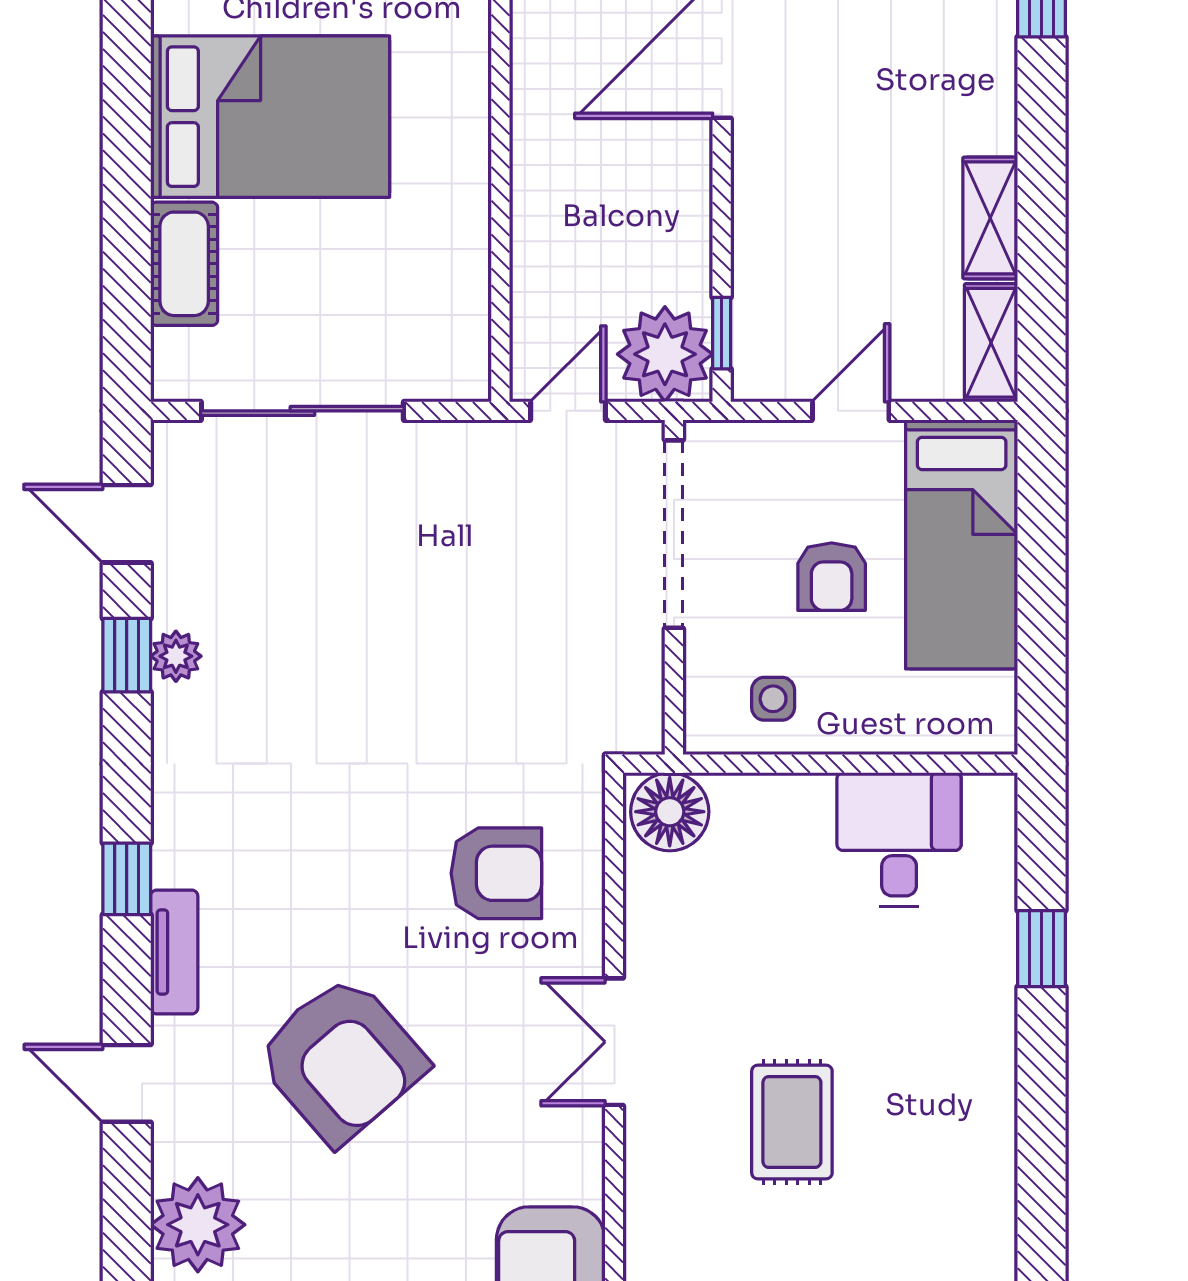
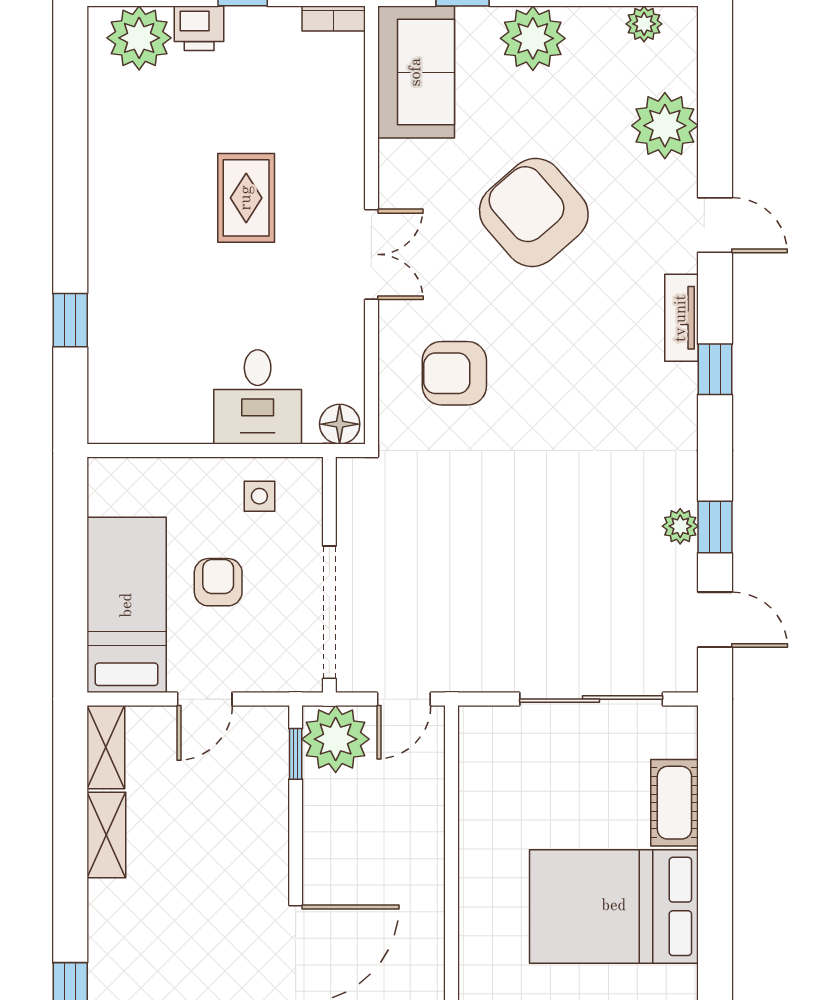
floor lamp: (670, 812) -> (340, 424), width x0.73, depth x0.73
desk: (899, 840) -> (258, 397), moved
armchair: (341, 1059) -> (534, 213), moved

